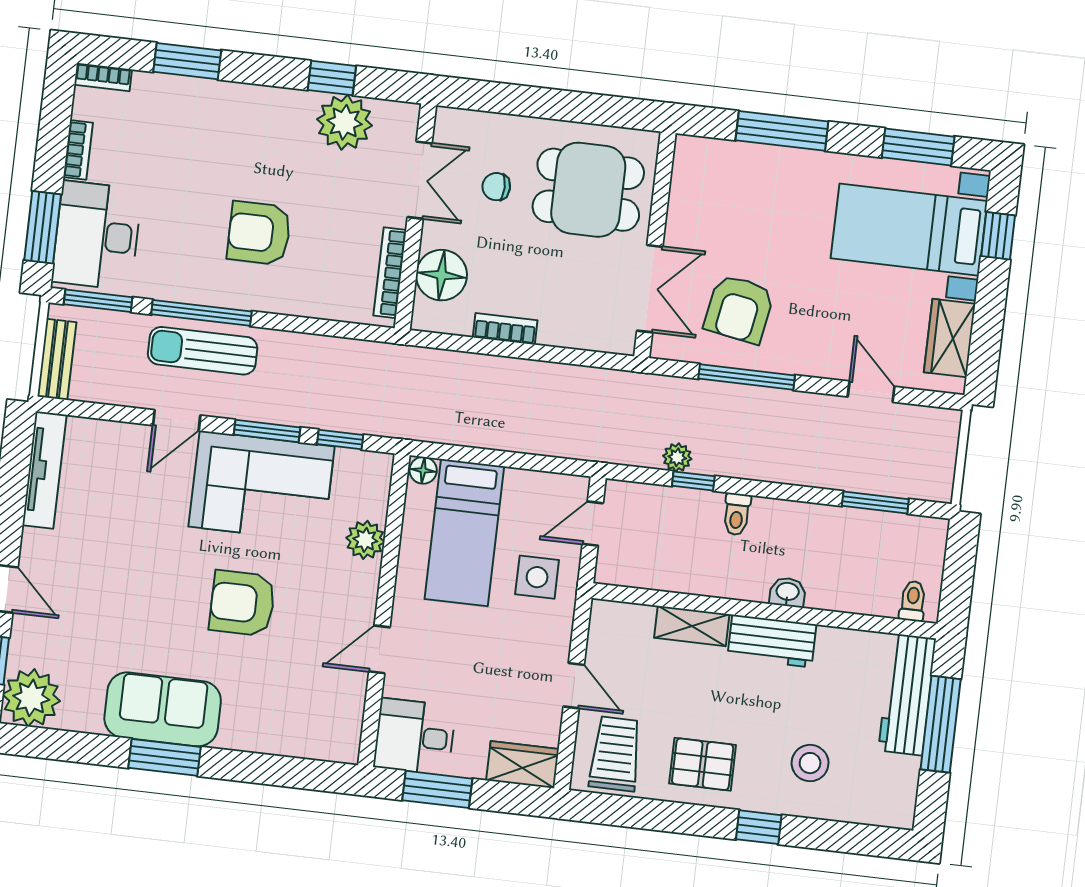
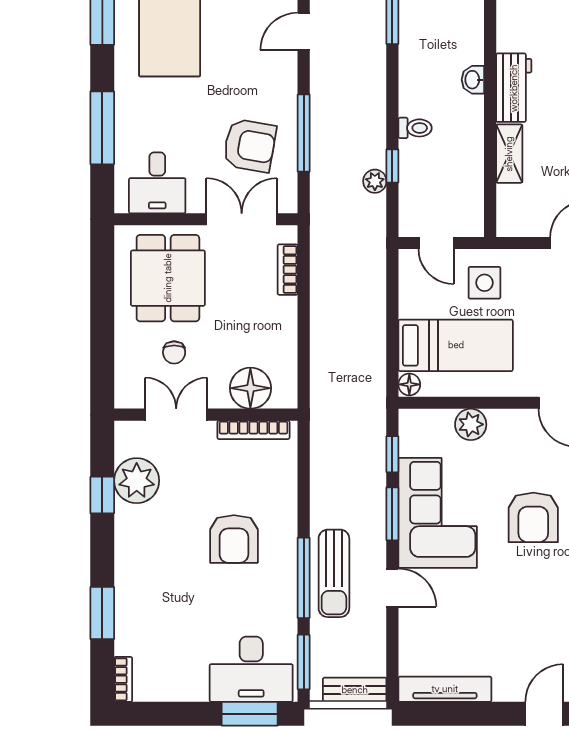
bookcase: (78, 150) -> (184, 693), removed
desk: (707, 190) -> (157, 183), added
bookcase: (505, 329) -> (288, 270), moved

